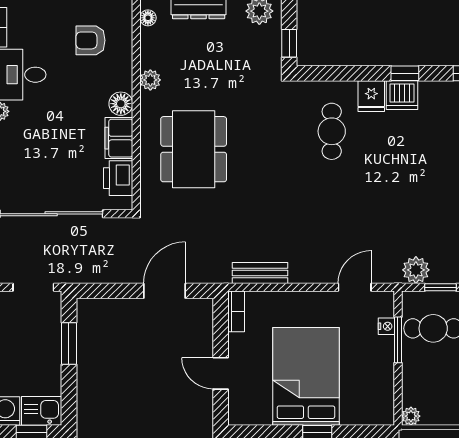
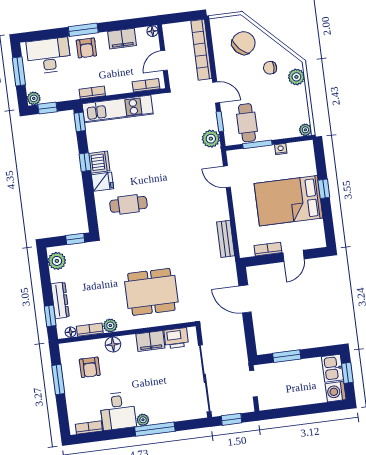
bookcase: (148, 48) -> (90, 330), added
floor lamp: (121, 104) -> (113, 344), moved
bookcase: (236, 311) -> (268, 249), moved
nightstand: (386, 326) -> (281, 149), moved

